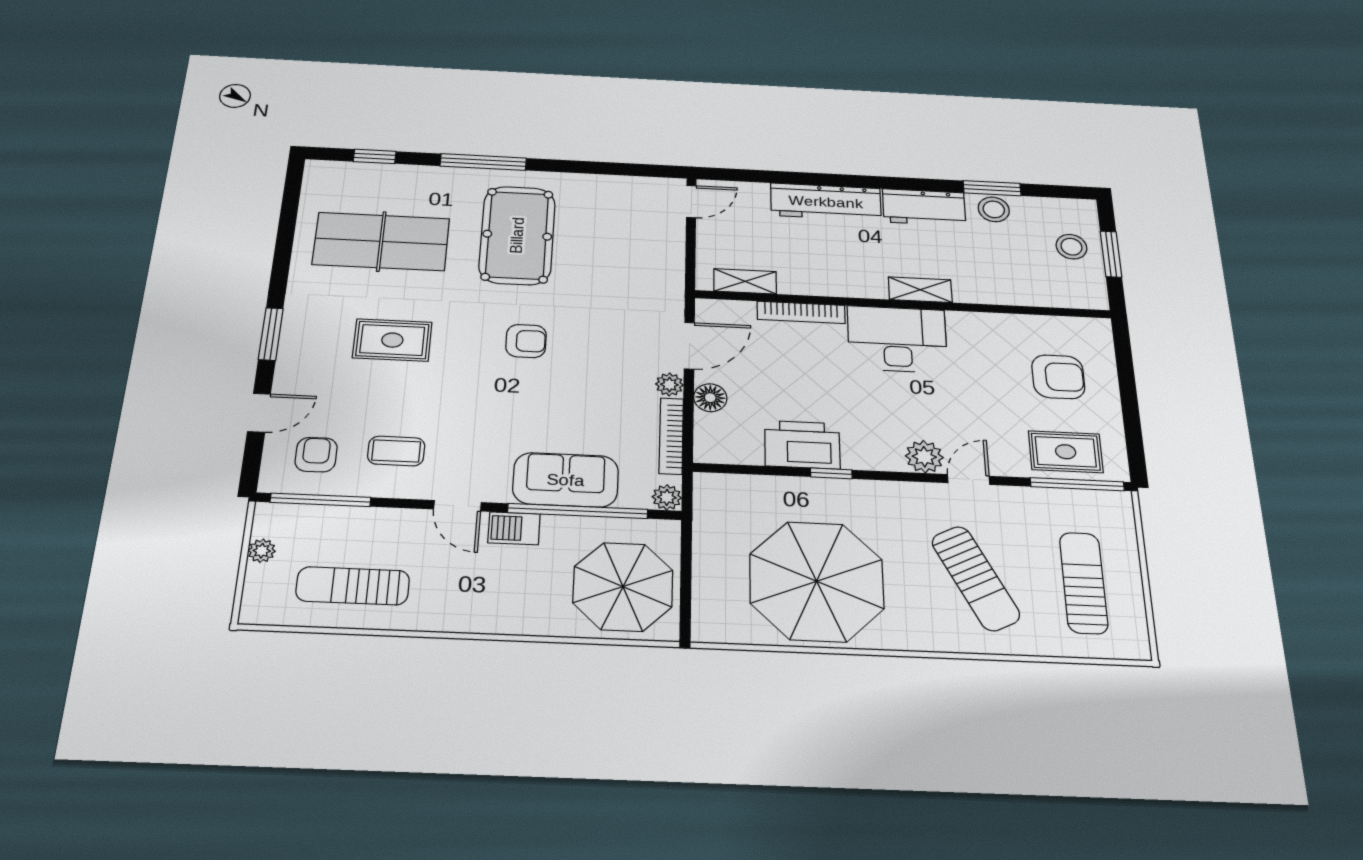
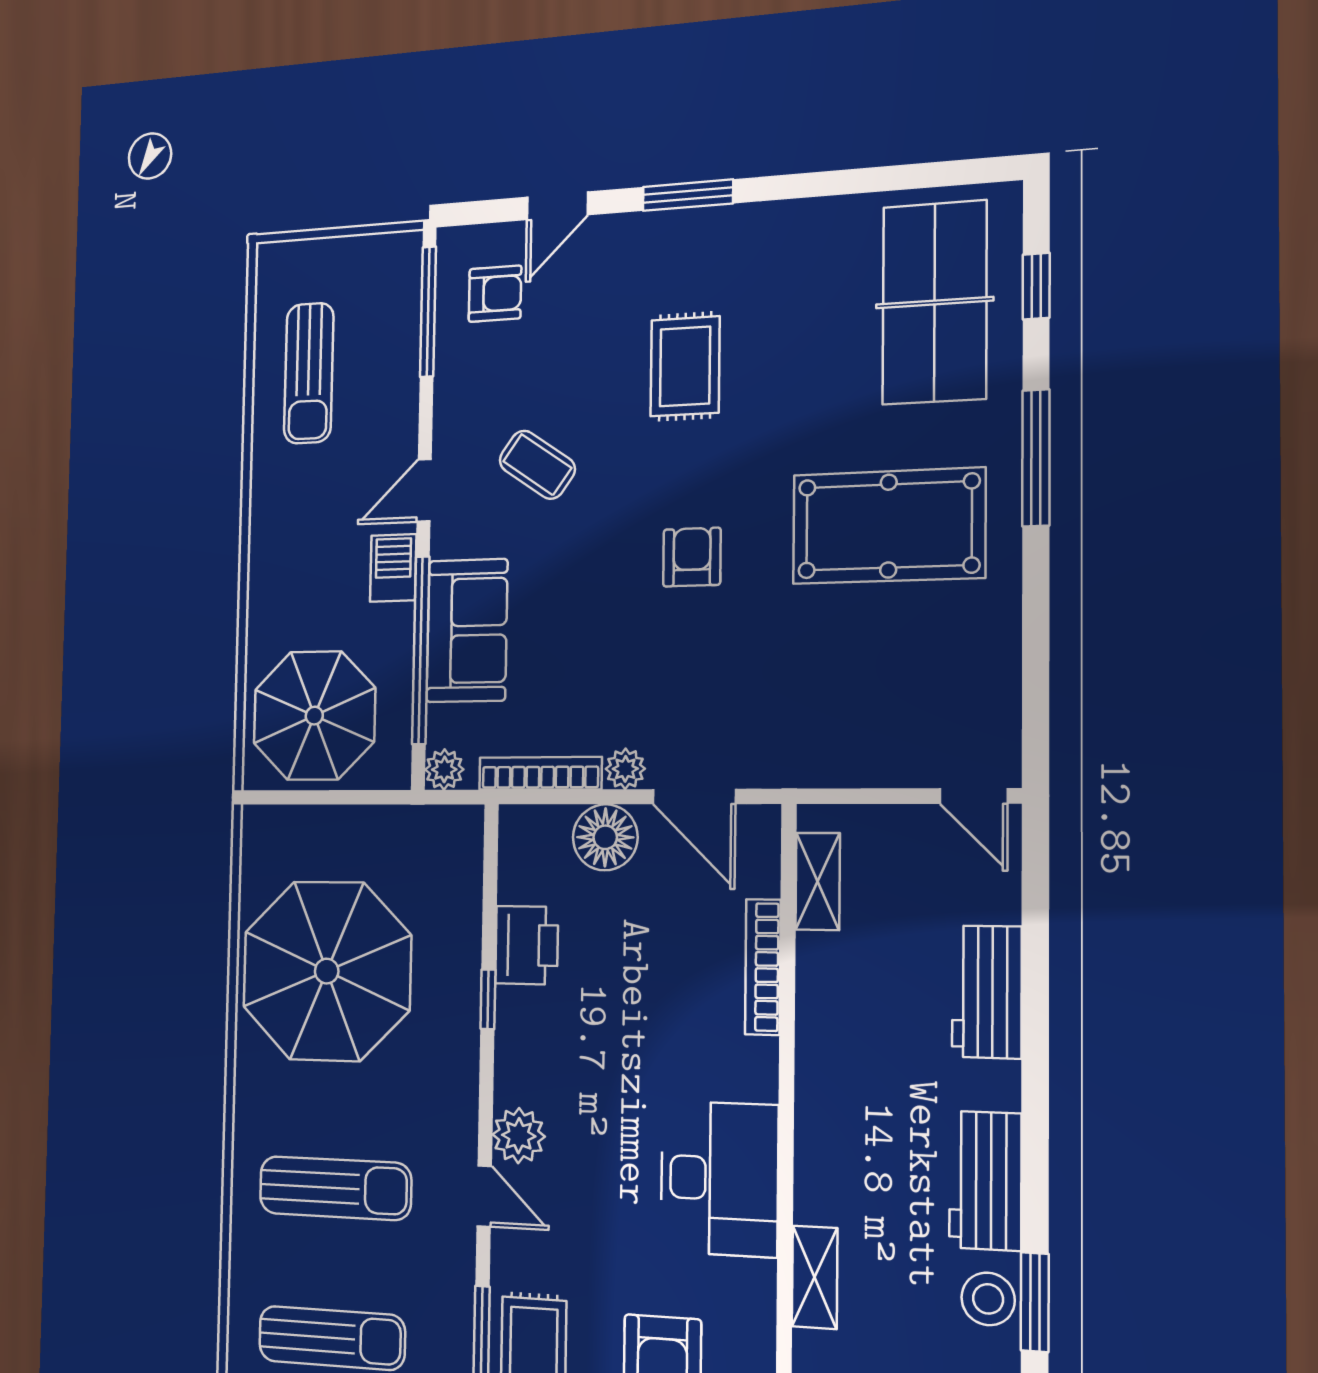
workbench: (826, 202) -> (987, 992), width x0.73
table tennis table: (381, 241) -> (934, 302), moved
shelving: (920, 290) -> (815, 1277), moved
desk: (897, 339) -> (719, 1178), moved
armchair: (526, 341) -> (692, 557), turned 180
floor lamp: (710, 398) -> (605, 837), width x1.38, depth x1.38
door: (259, 413) -> (557, 206), hinge flipped
printer: (802, 445) -> (527, 945), width x0.73, depth x0.84
coffee table: (396, 451) -> (537, 465), moved, turned -55
plant: (262, 551) -> (354, 252), removed
sun lounger: (976, 578) -> (335, 1188), turned -153
sun lounger: (353, 586) -> (309, 373), turned 180

